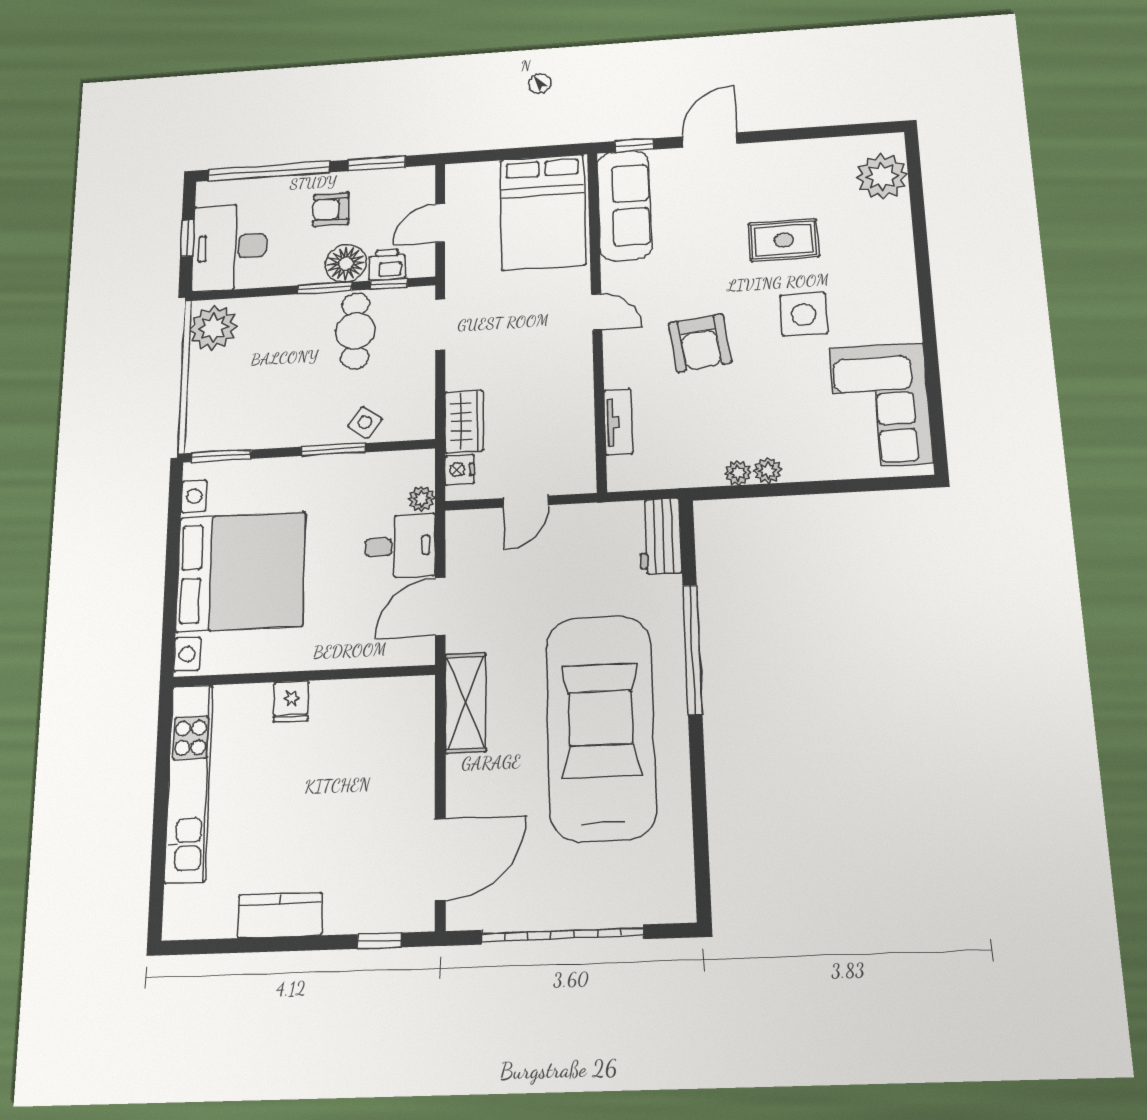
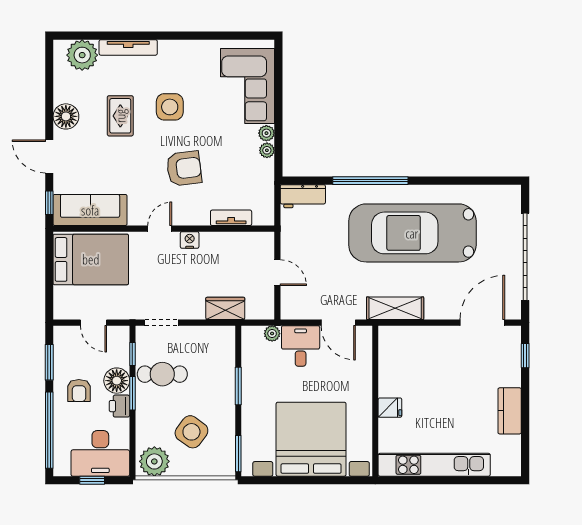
floor lamp: (778, 160) -> (66, 116), added
tv unit: (901, 244) -> (128, 47), added
printer: (387, 265) -> (119, 406), moved
corner sofa: (881, 405) -> (248, 86), moved, turned 90
side table: (365, 422) -> (191, 432), moved, width x1.87, depth x1.87
nightstand: (460, 470) -> (190, 240), moved, turned 180
door: (440, 859) -> (482, 323), hinge flipped

